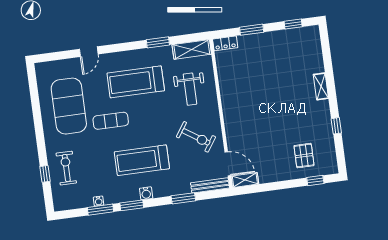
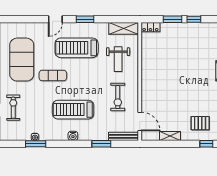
window: (293, 24) -> (194, 19), moved
window: (158, 42) -> (85, 19), moved
door: (89, 52) -> (55, 19), moved
exercise bike: (196, 137) -> (118, 97), turned 56
pallet: (304, 156) -> (200, 123), turned 90
shelving: (245, 180) -> (170, 136), moved
window: (132, 205) -> (60, 144), removed

